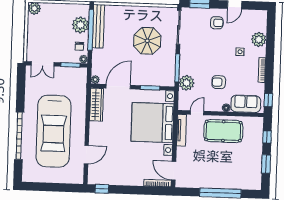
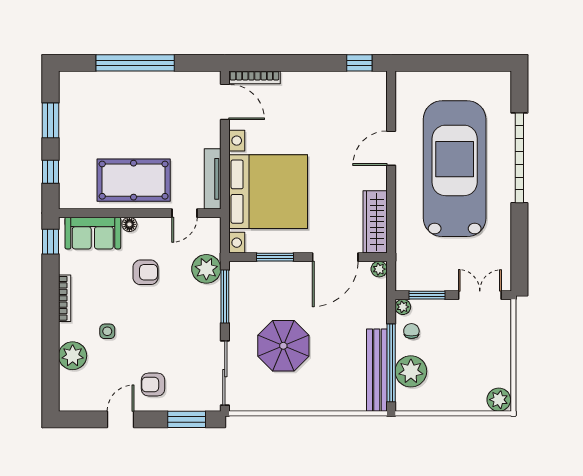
door: (86, 155) -> (391, 148), moved

